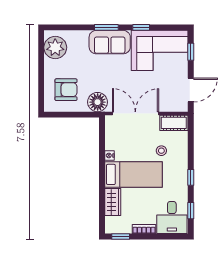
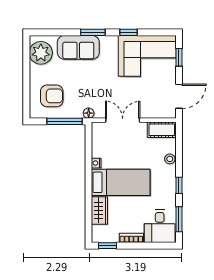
sofa: (110, 42) -> (78, 47), moved
floor lamp: (98, 102) -> (89, 113), width x0.53, depth x0.53
double door: (135, 114) -> (123, 120), width x0.73
window: (79, 115) -> (65, 121), added
stool: (161, 151) -> (170, 159), moved
window: (191, 211) -> (179, 219), width x1.50

